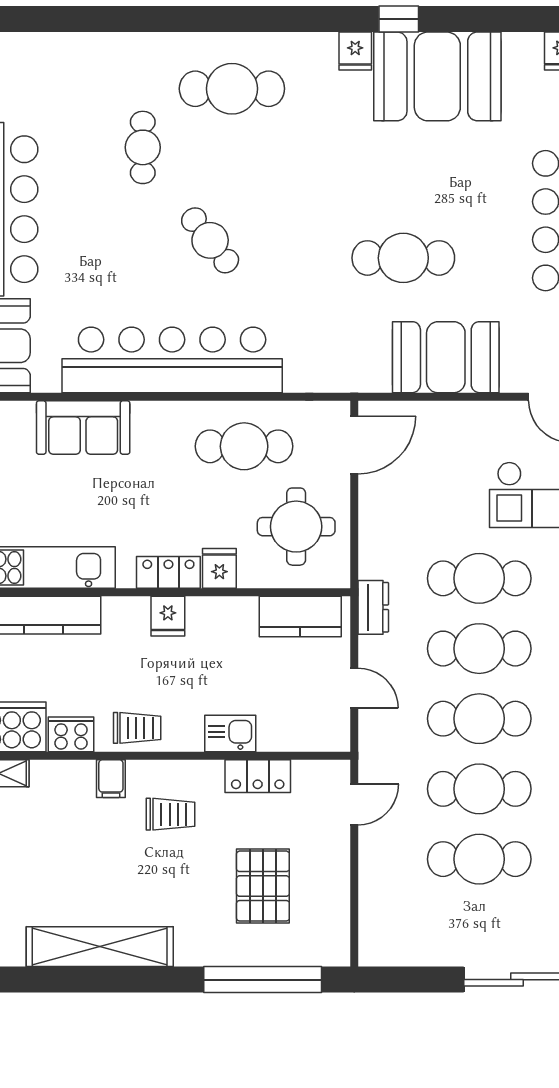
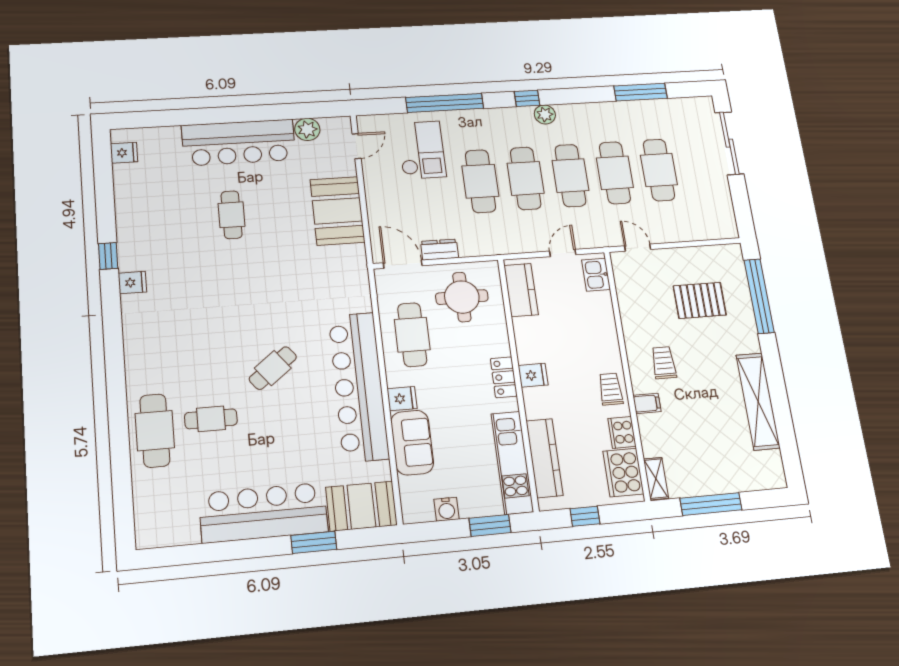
booth: (437, 76) -> (147, 229), removed
cafe table: (232, 89) -> (155, 431), moved
cafe table: (403, 258) -> (232, 215), moved, width x0.73, depth x0.74
fridge: (219, 568) -> (402, 399), moved, turned 180
dresser: (373, 607) -> (440, 250), moved
kitchen sink: (230, 734) -> (596, 275), moved
locker: (258, 776) -> (629, 309), removed

